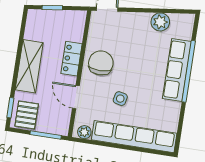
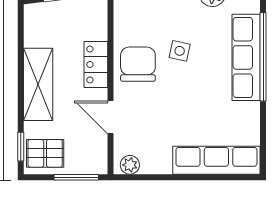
side table: (120, 99) -> (180, 51), moved
pallet: (27, 115) -> (45, 153), turned 90
row of seats: (134, 137) -> (216, 160), width x0.73

